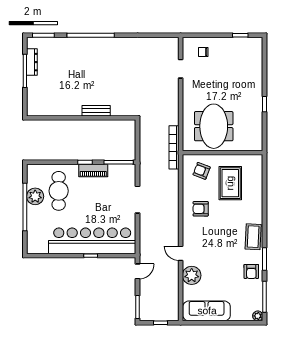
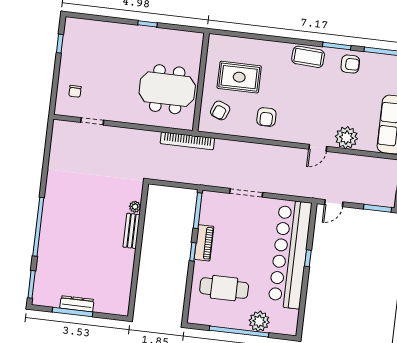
dresser: (32, 62) -> (77, 304), moved
plant: (116, 111) -> (135, 207), added
plant: (35, 196) -> (259, 321), moved
door: (138, 271) -> (334, 203), swing flipped

